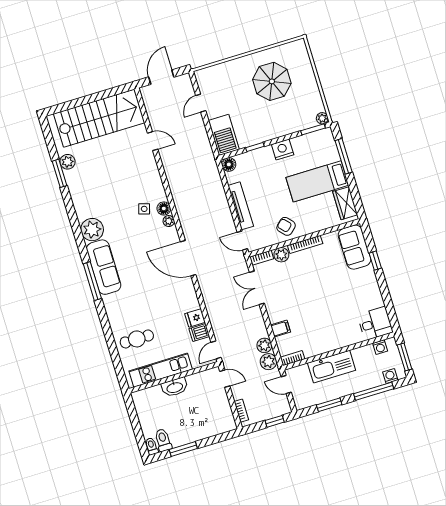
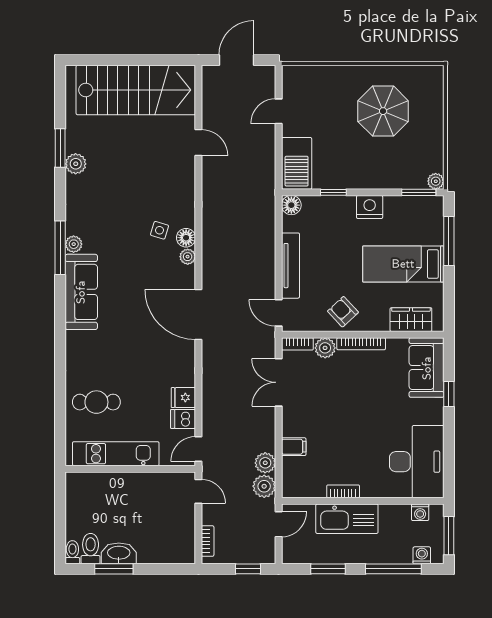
plant: (68, 162) -> (76, 164), moved
wardrobe: (345, 203) -> (411, 320), moved, turned 90
plant: (92, 230) -> (74, 244), width x0.53, depth x0.53
window: (92, 281) -> (60, 248), moved
desk: (375, 323) -> (417, 462), width x1.87, depth x1.30
bookcase: (292, 358) -> (343, 491), moved
door: (286, 385) -> (279, 524), swing flipped
washbasin: (175, 387) -> (119, 553), moved, turned 180

